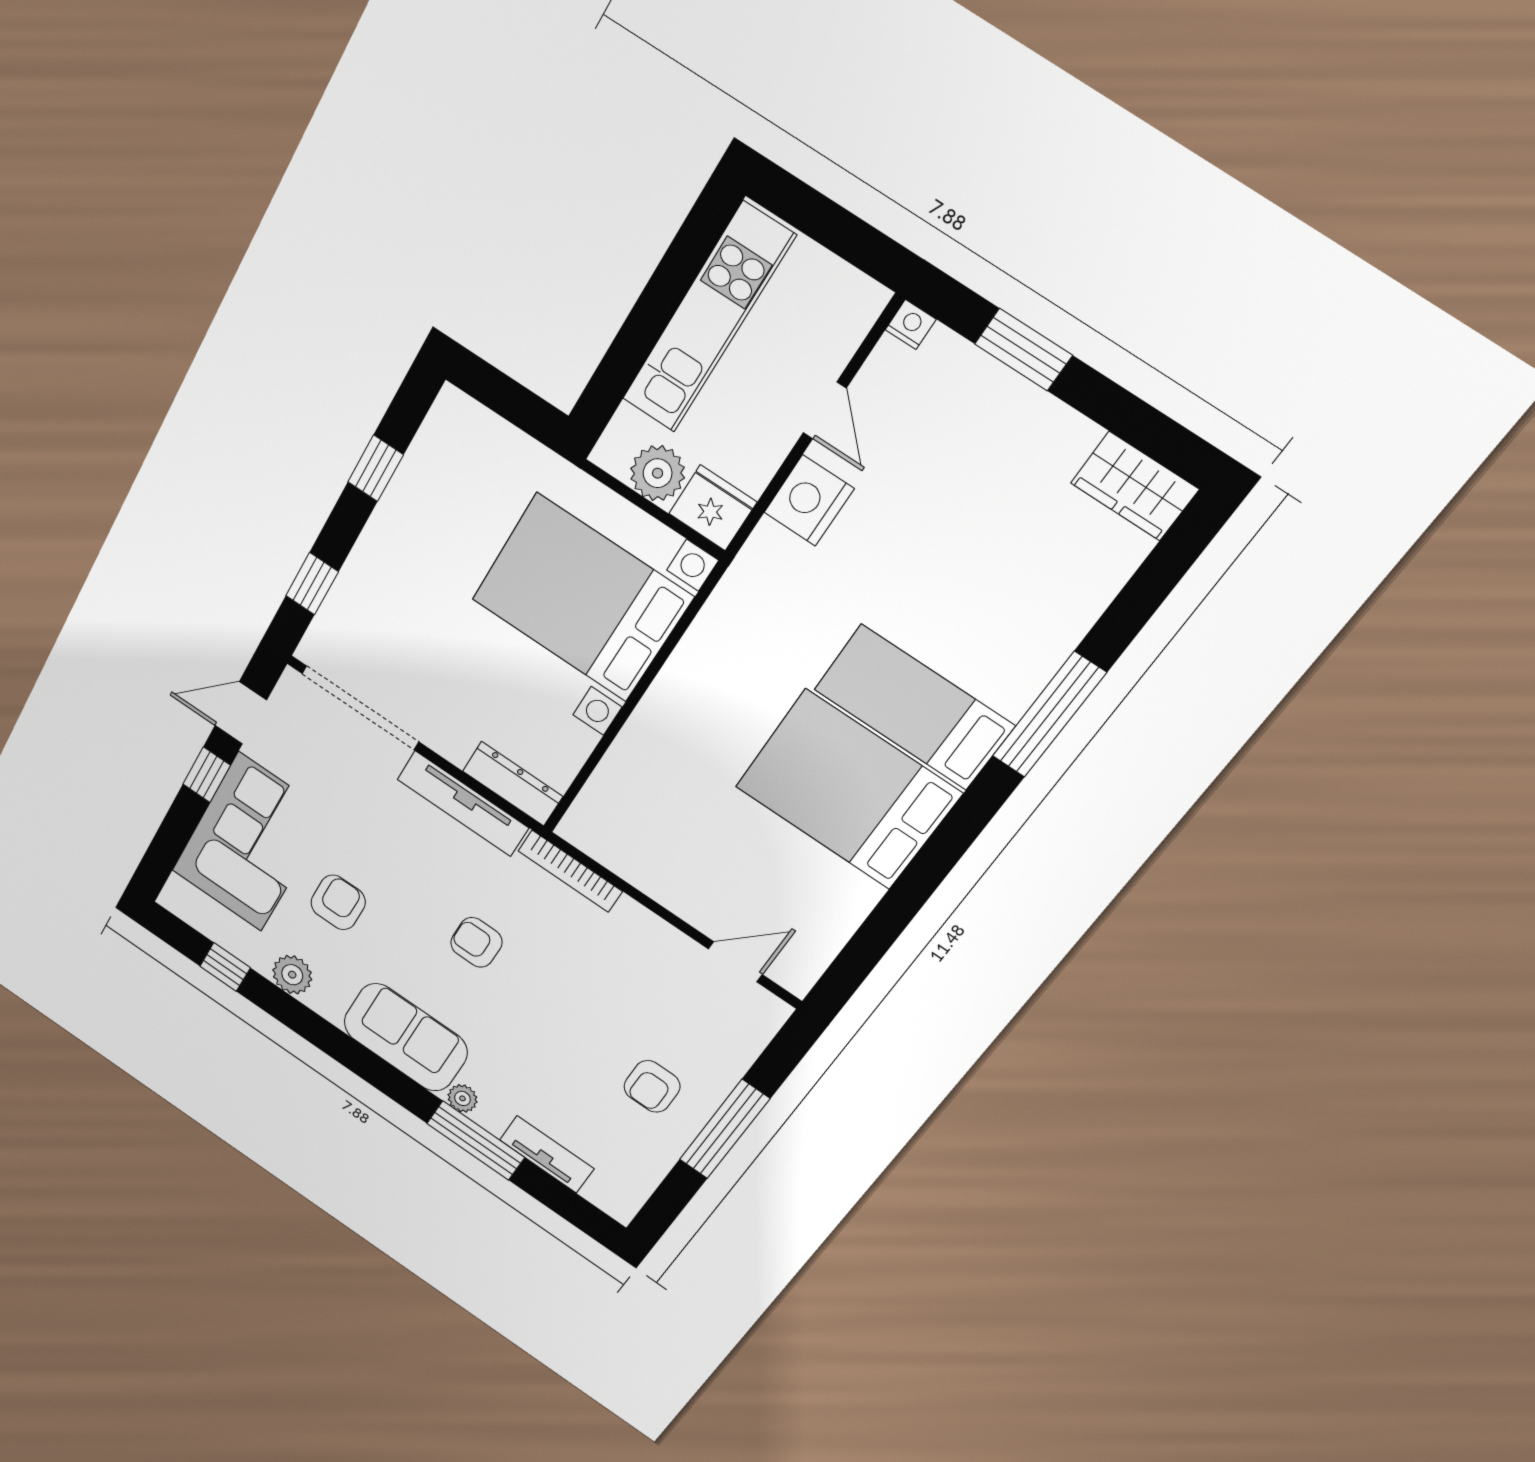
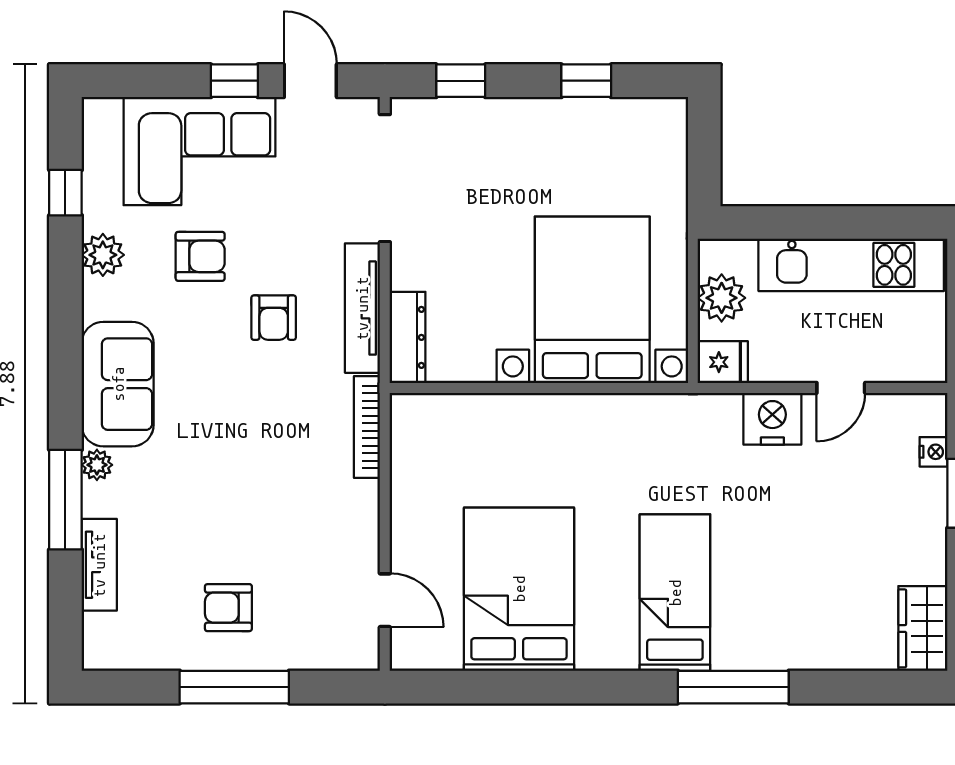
nightstand: (911, 324) -> (933, 452), moved
fridge: (713, 508) -> (723, 362), width x0.72
bed: (848, 790) -> (519, 589), moved
armchair: (476, 942) -> (274, 318), moved, turned 180

